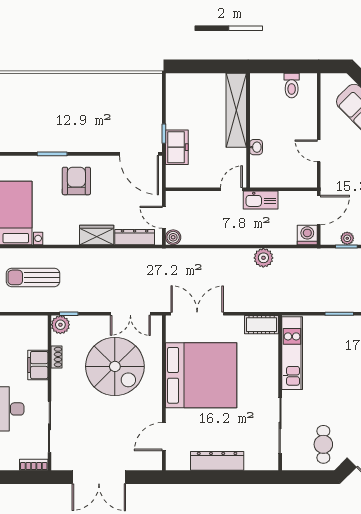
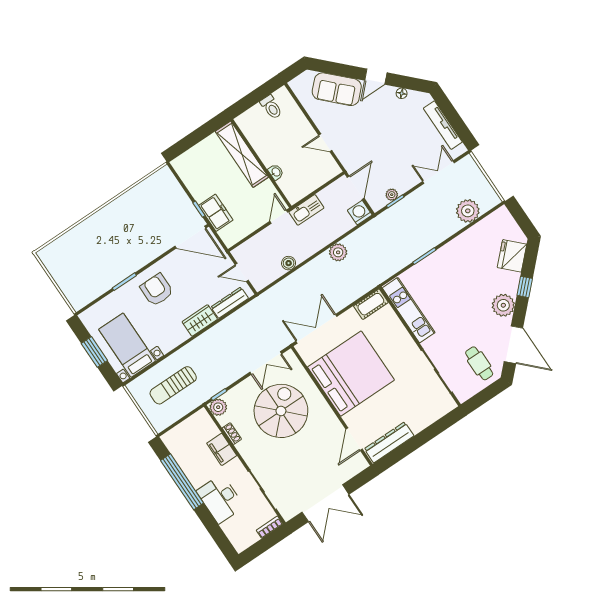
boiler: (173, 237) -> (289, 263), moved
spiral stairs: (115, 366) -> (281, 411), turned -90
dresser: (217, 461) -> (389, 442), moved

